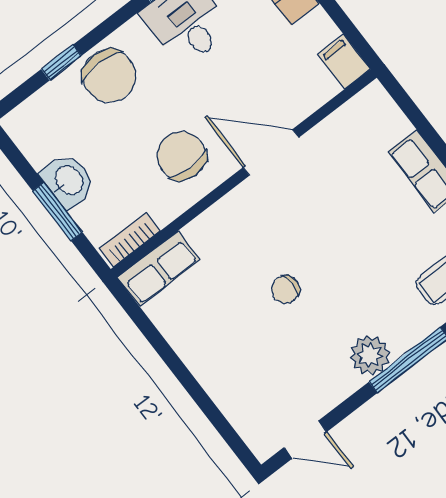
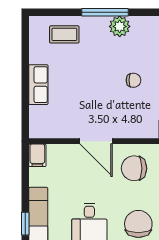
chair: (181, 156) -> (134, 168), turned 90

